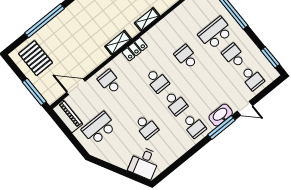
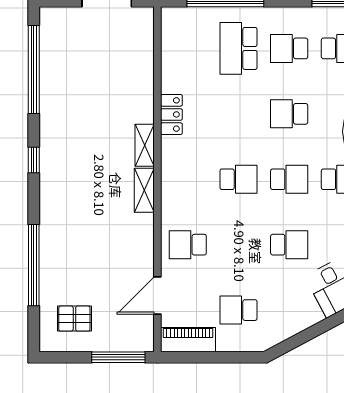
shelving: (147, 19) -> (145, 145), moved
locker: (135, 49) -> (171, 114), moved
school desk: (186, 57) -> (289, 114), moved
pallet: (36, 58) -> (74, 319), width x0.67, depth x0.71
school desk: (99, 128) -> (238, 310), width x0.54

